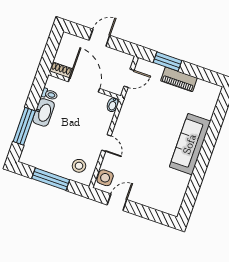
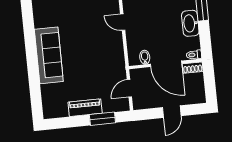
toilet: (49, 94) -> (194, 55), moved
bidet: (113, 105) -> (145, 57), moved

